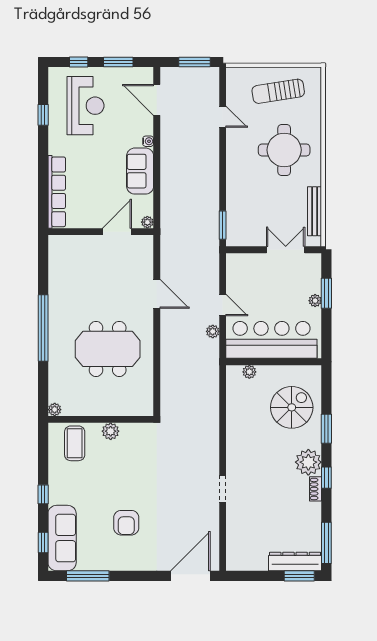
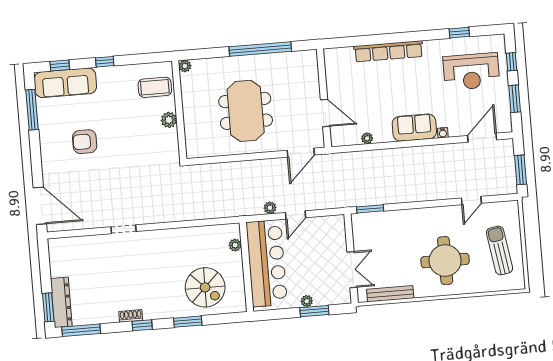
wall: (101, 232) -> (324, 98), moved
door: (117, 232) -> (325, 113), moved
plant: (308, 462) -> (155, 307), removed

